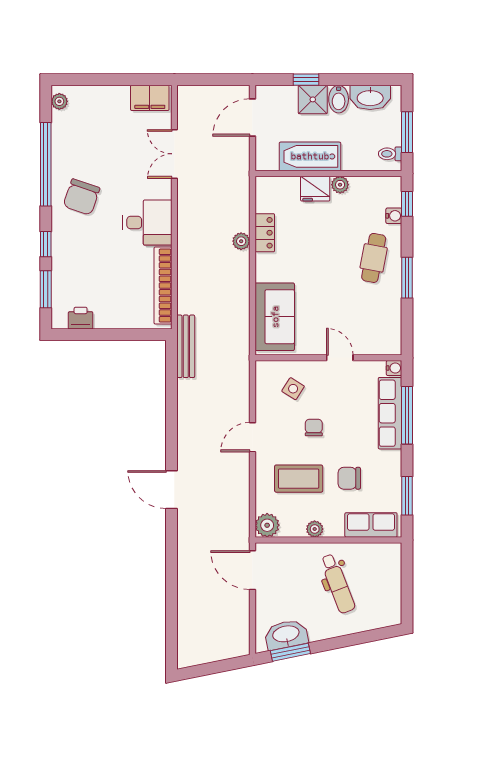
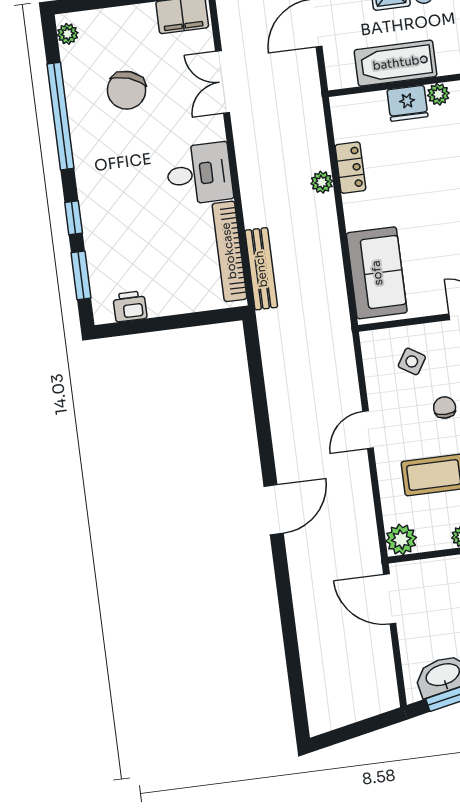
chair: (81, 197) -> (126, 90), moved
bench: (186, 346) -> (261, 269), moved
door: (172, 490) -> (274, 510), swing flipped

